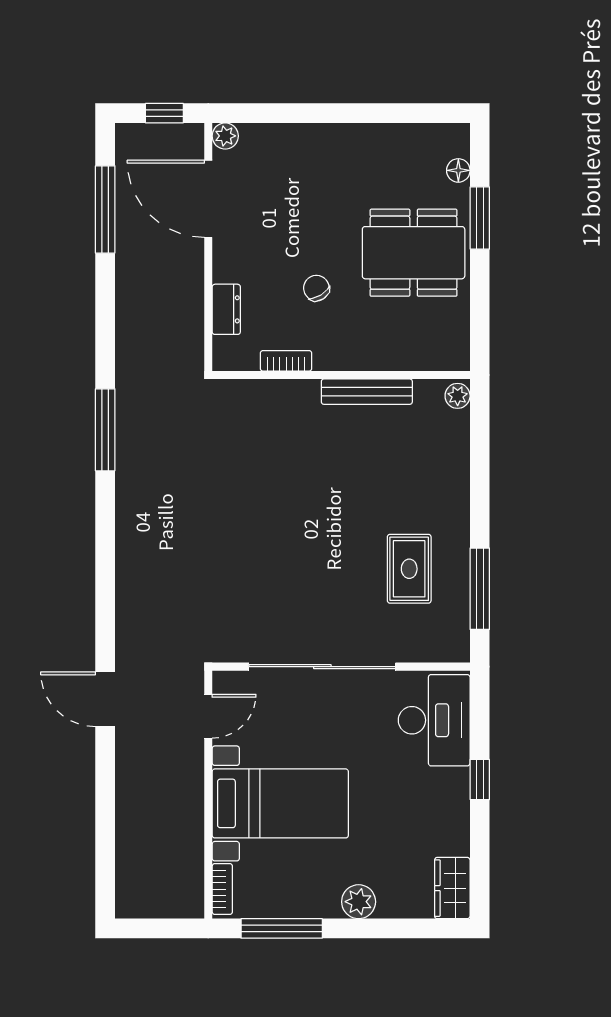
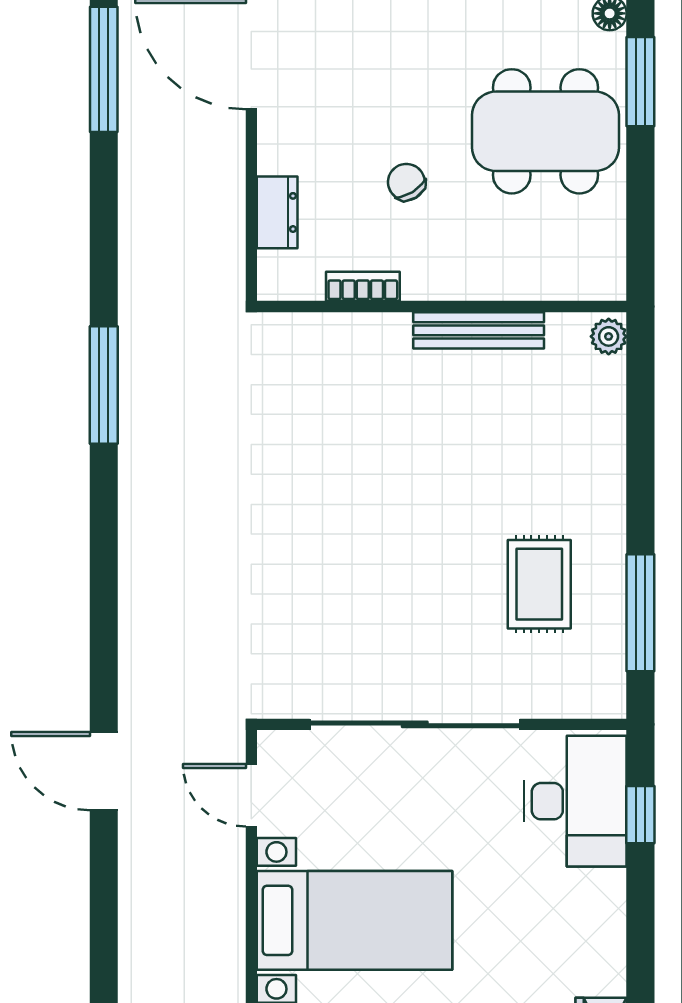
door: (208, 716) -> (251, 795), swing flipped
window: (480, 779) -> (640, 815), moved

